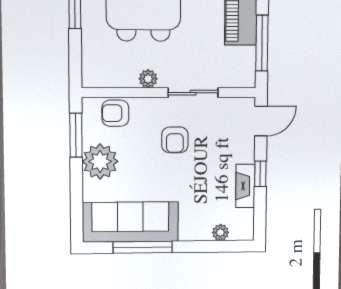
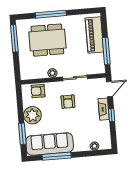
window: (76, 135) -> (22, 134), moved
fireplace: (245, 186) -> (104, 109), moved

